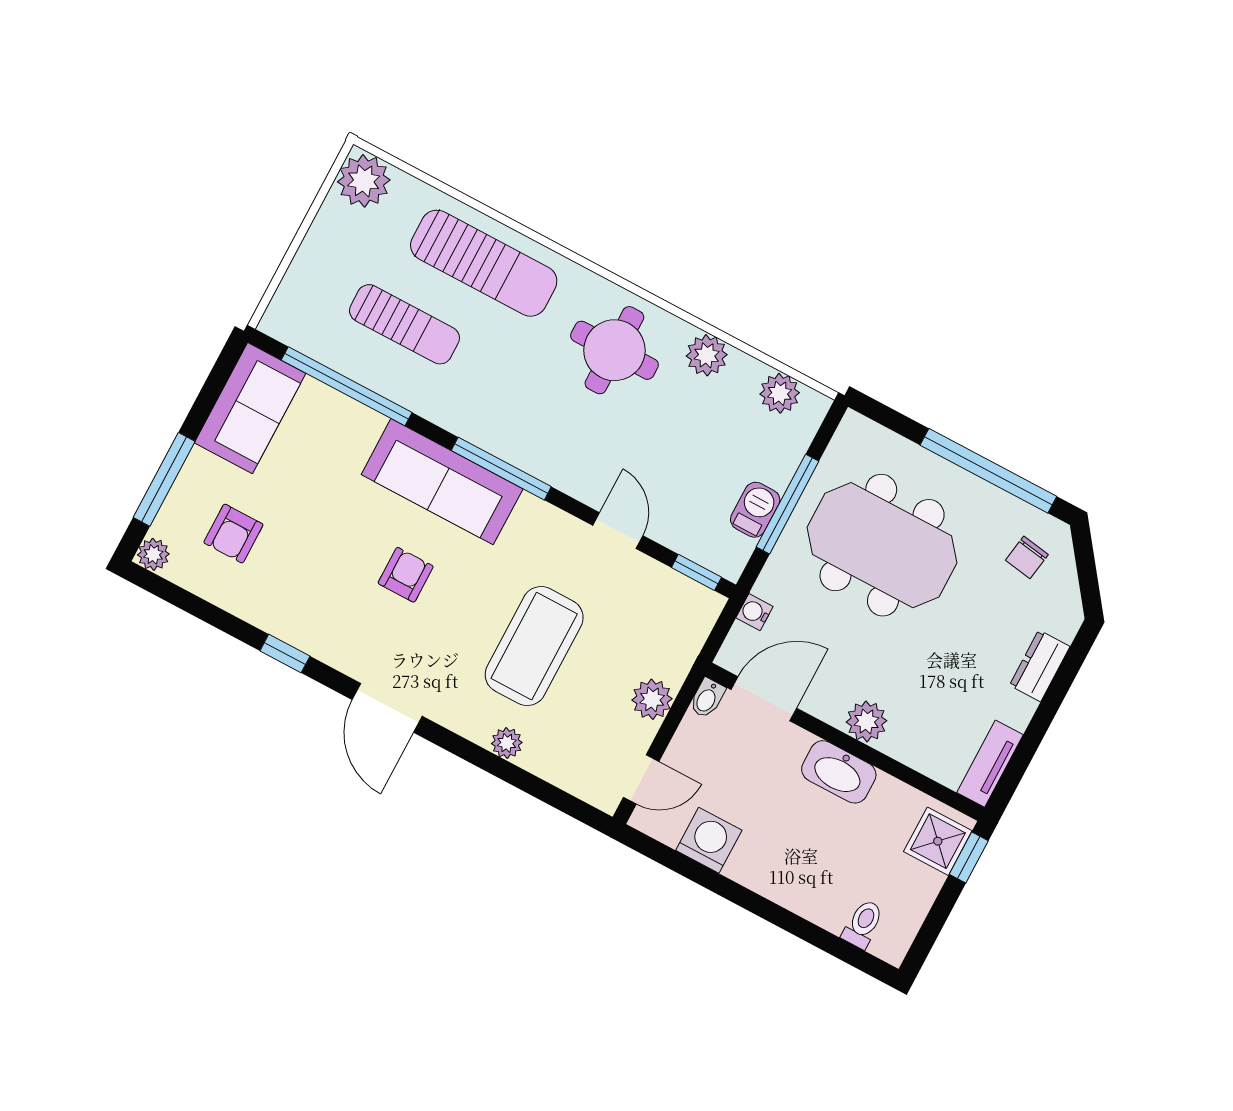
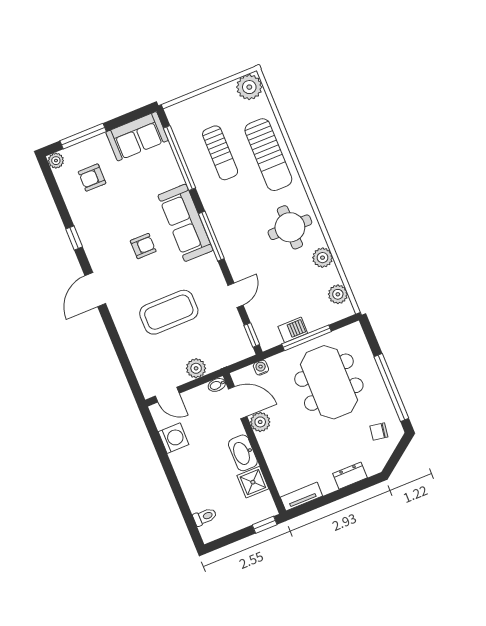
plant: (866, 721) -> (260, 422), moved
plant: (507, 743) -> (129, 340), removed
shower: (938, 841) -> (253, 482), moved

